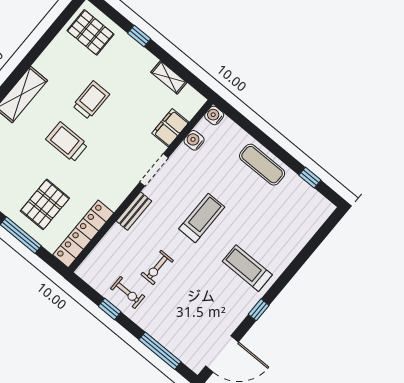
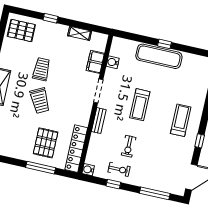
water cooler: (214, 115) -> (88, 170), moved
trolley: (67, 142) -> (40, 101), turned -117
exercise mat: (262, 165) -> (159, 56), width x1.36, depth x1.45
window: (310, 178) -> (165, 44), moved
treadmill: (202, 218) -> (140, 105), turned 180
treadmill: (247, 268) -> (181, 120), turned 90

